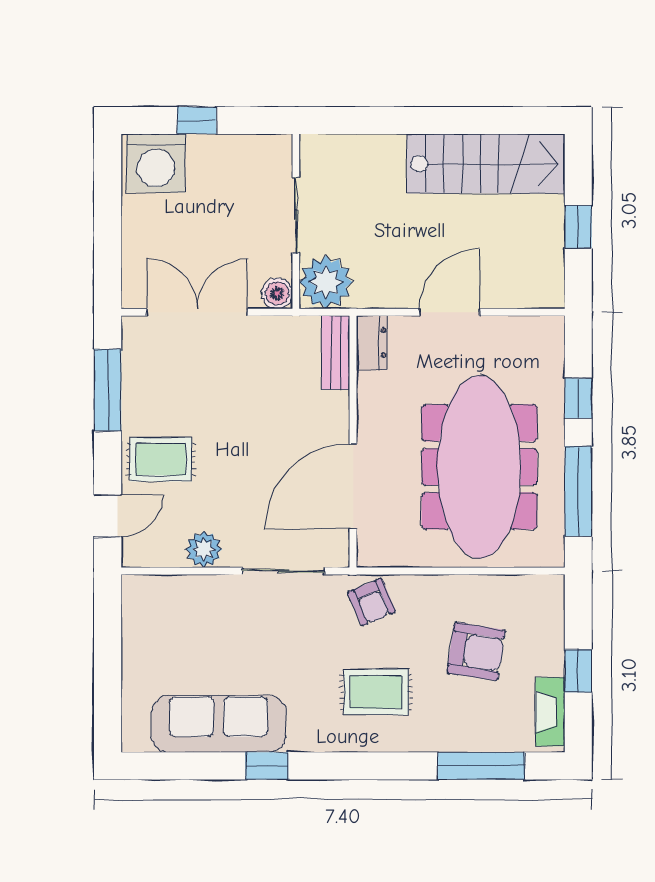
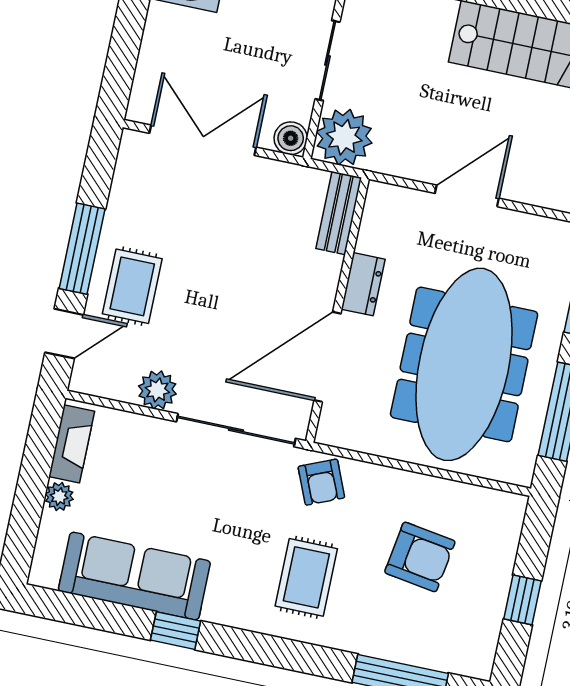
dresser: (372, 343) -> (363, 284), moved
window: (108, 390) -> (82, 249), moved
rug: (161, 459) -> (132, 286), turned 90
sliding door: (283, 571) -> (236, 430), width x1.37
plant: (135, 666) -> (59, 497), added
rug: (376, 692) -> (306, 577), turned 90
fireplace: (550, 712) -> (72, 444), moved, turned 180

